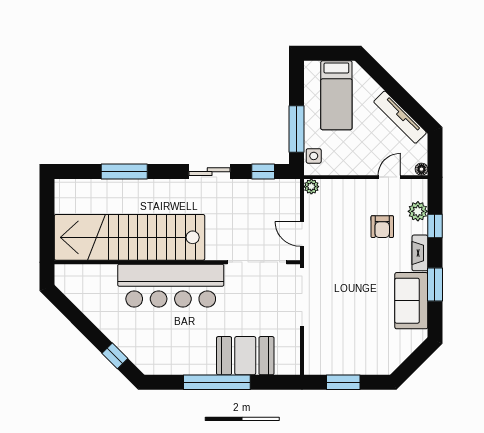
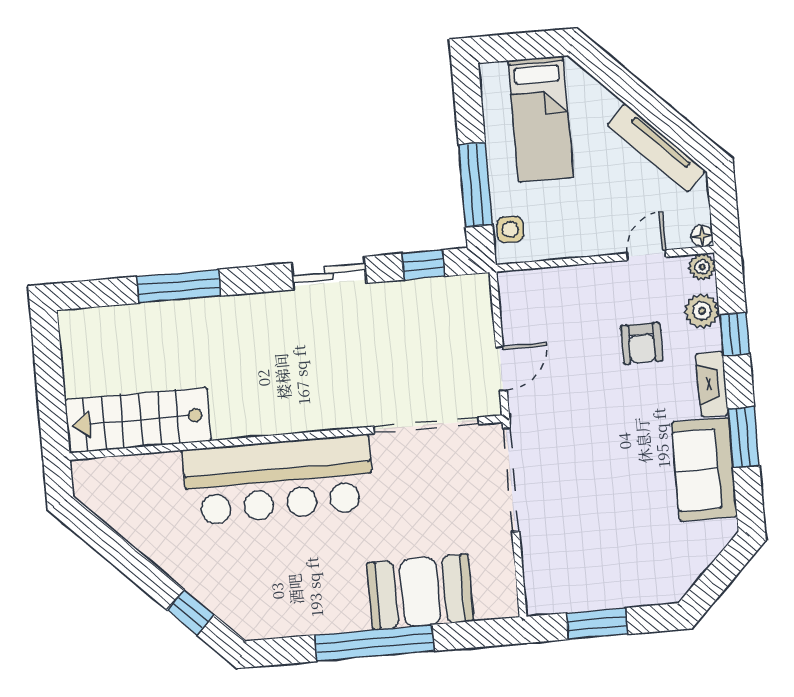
plant: (311, 187) -> (702, 267), moved
door: (302, 234) -> (501, 369), swing flipped
stairs: (129, 237) -> (138, 420), width x0.54, depth x0.66

